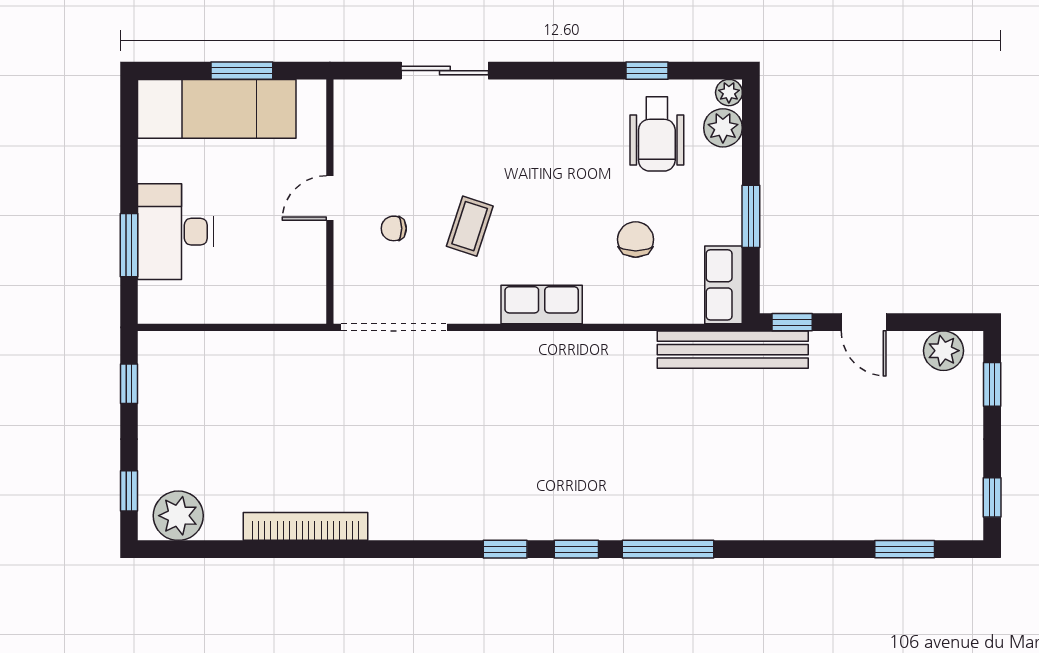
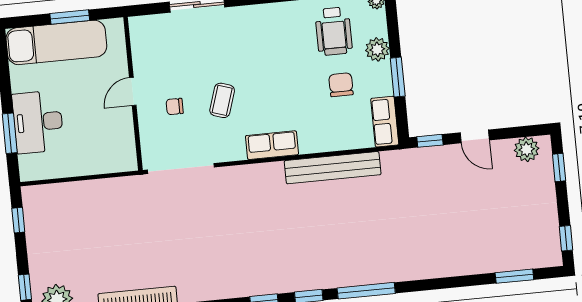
plant: (723, 128) -> (377, 49), moved
chair: (636, 239) -> (341, 85), moved
bench: (733, 350) -> (333, 168), moved

